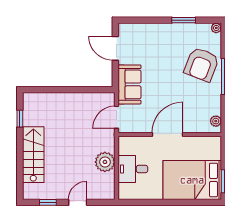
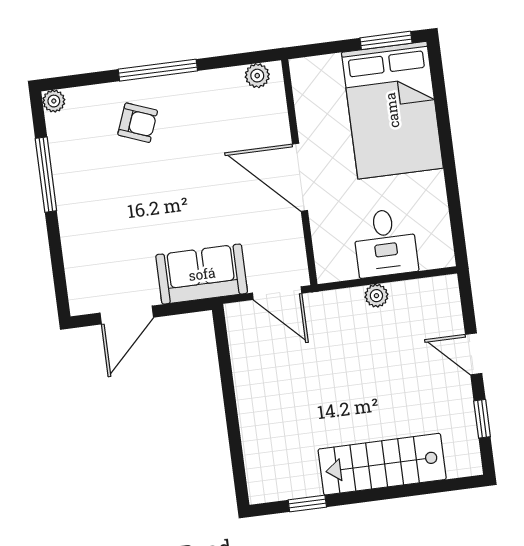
window: (184, 20) -> (46, 175), width x1.44
armchair: (202, 64) -> (138, 123), width x0.53, depth x0.53
plant: (105, 162) -> (376, 296), width x0.53, depth x0.53

